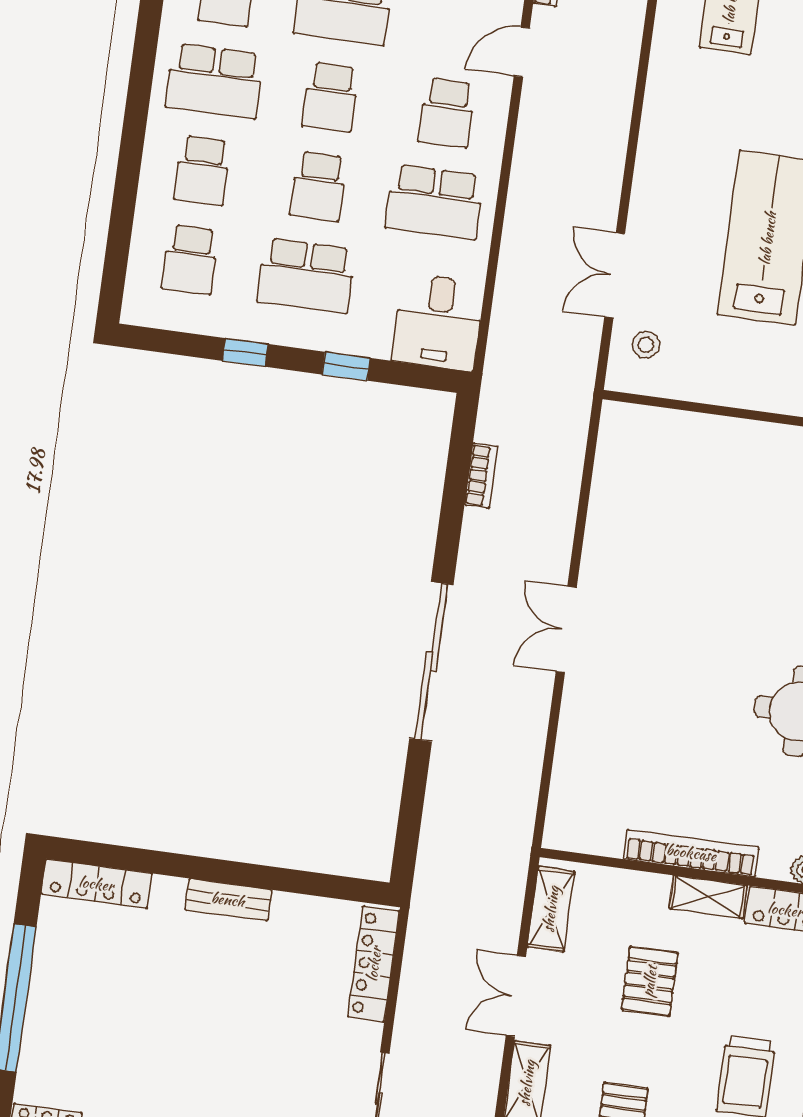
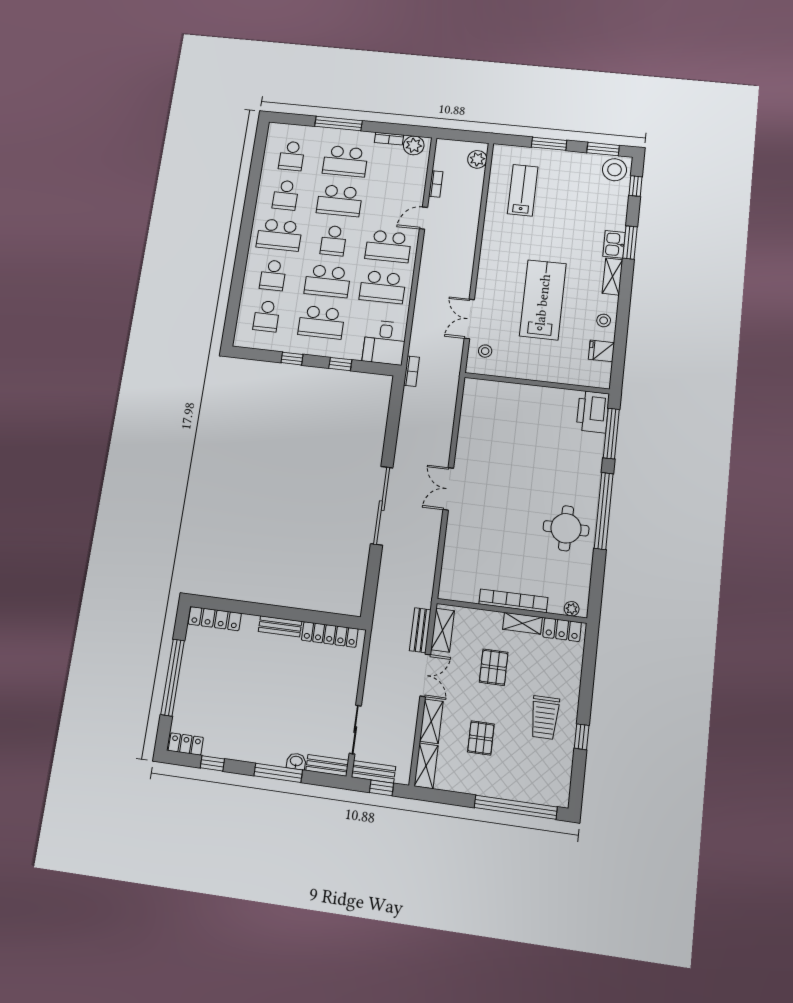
school desk: (447, 113) -> (388, 246), width x1.85
school desk: (318, 186) -> (328, 281), width x1.85
bookcase: (481, 476) -> (411, 371), moved
bench: (507, 909) -> (420, 630), added
locker: (374, 964) -> (330, 634), moved, turned -90
double door: (516, 996) -> (425, 675), swing flipped

